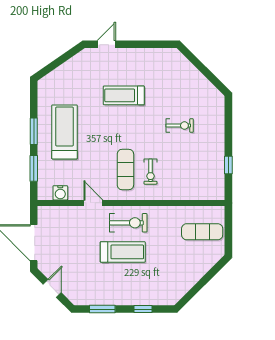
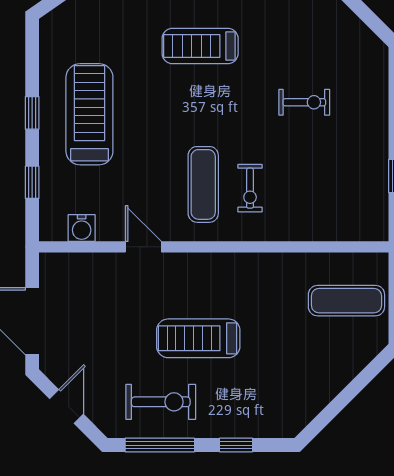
window: (34, 131) -> (32, 113), width x0.67
window: (34, 168) -> (32, 182), width x0.67
exercise bike: (128, 223) -> (161, 402), moved
treadmill: (123, 252) -> (198, 338), turned 180
window: (102, 309) -> (160, 445), width x1.44

